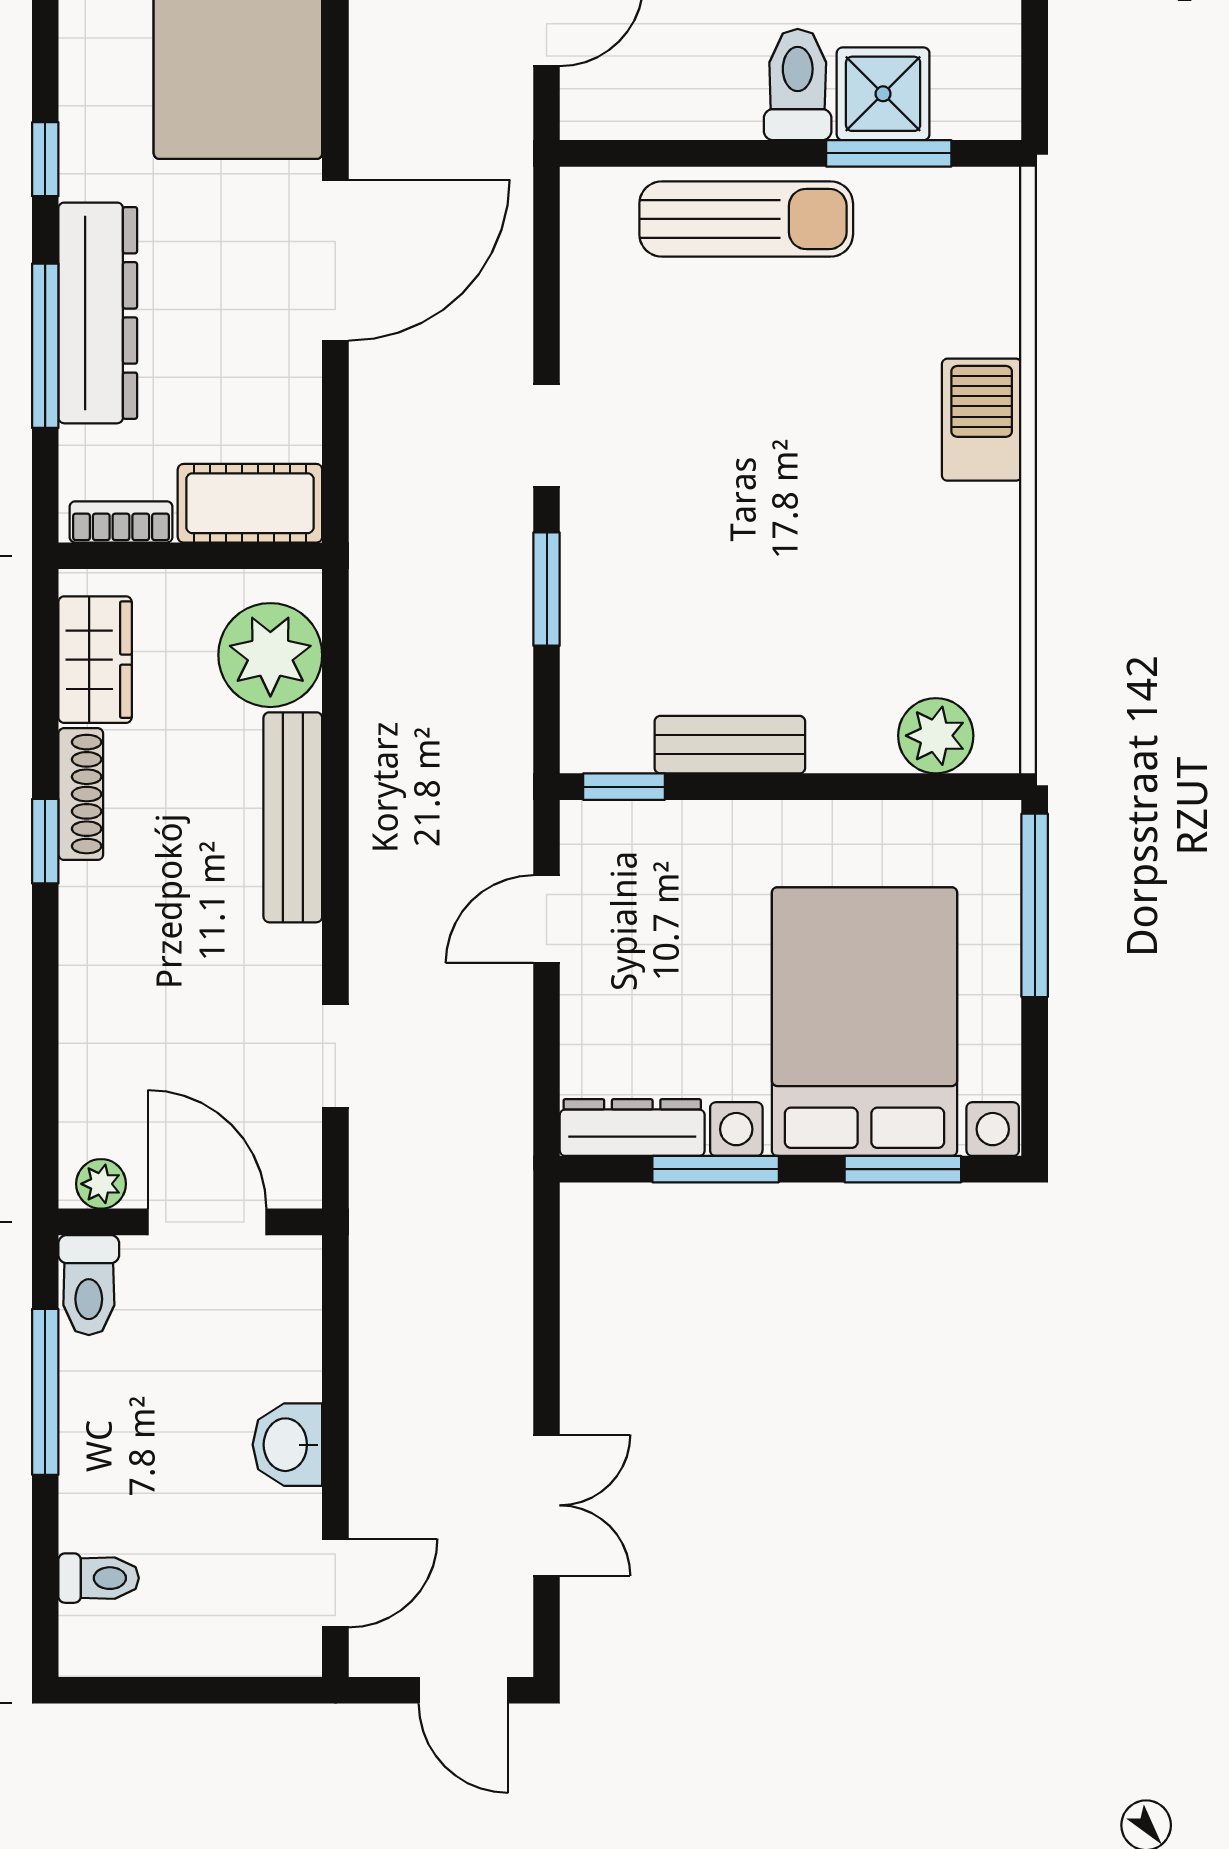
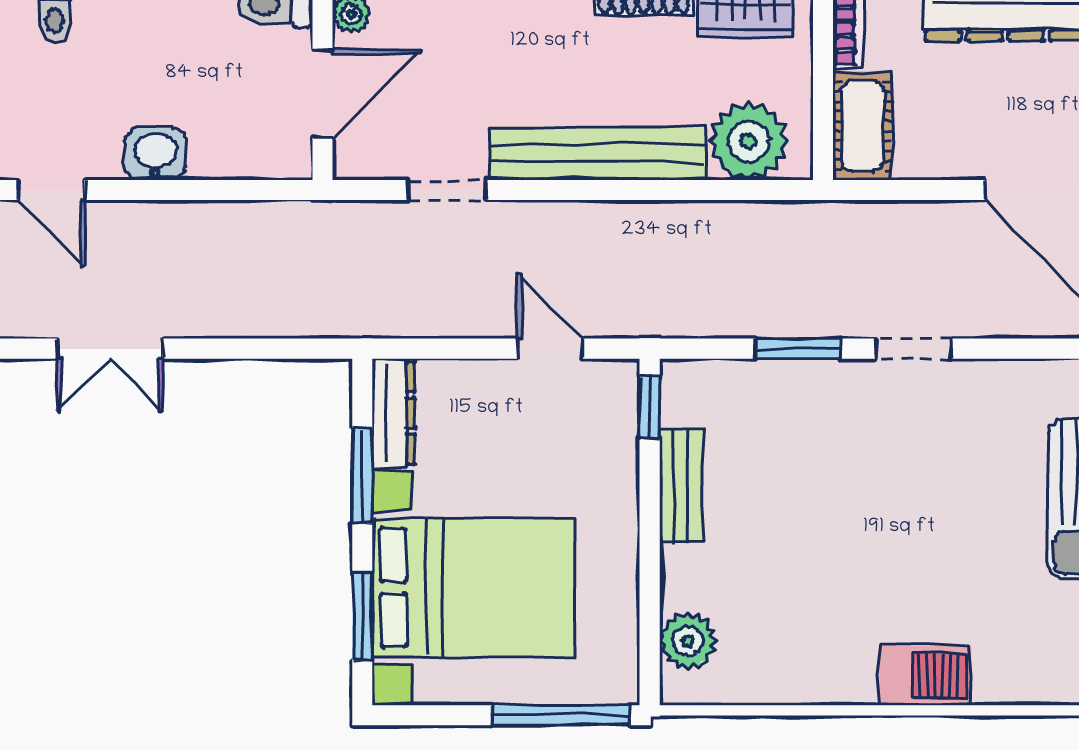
bench: (293, 817) -> (598, 153), width x1.37, depth x1.21

